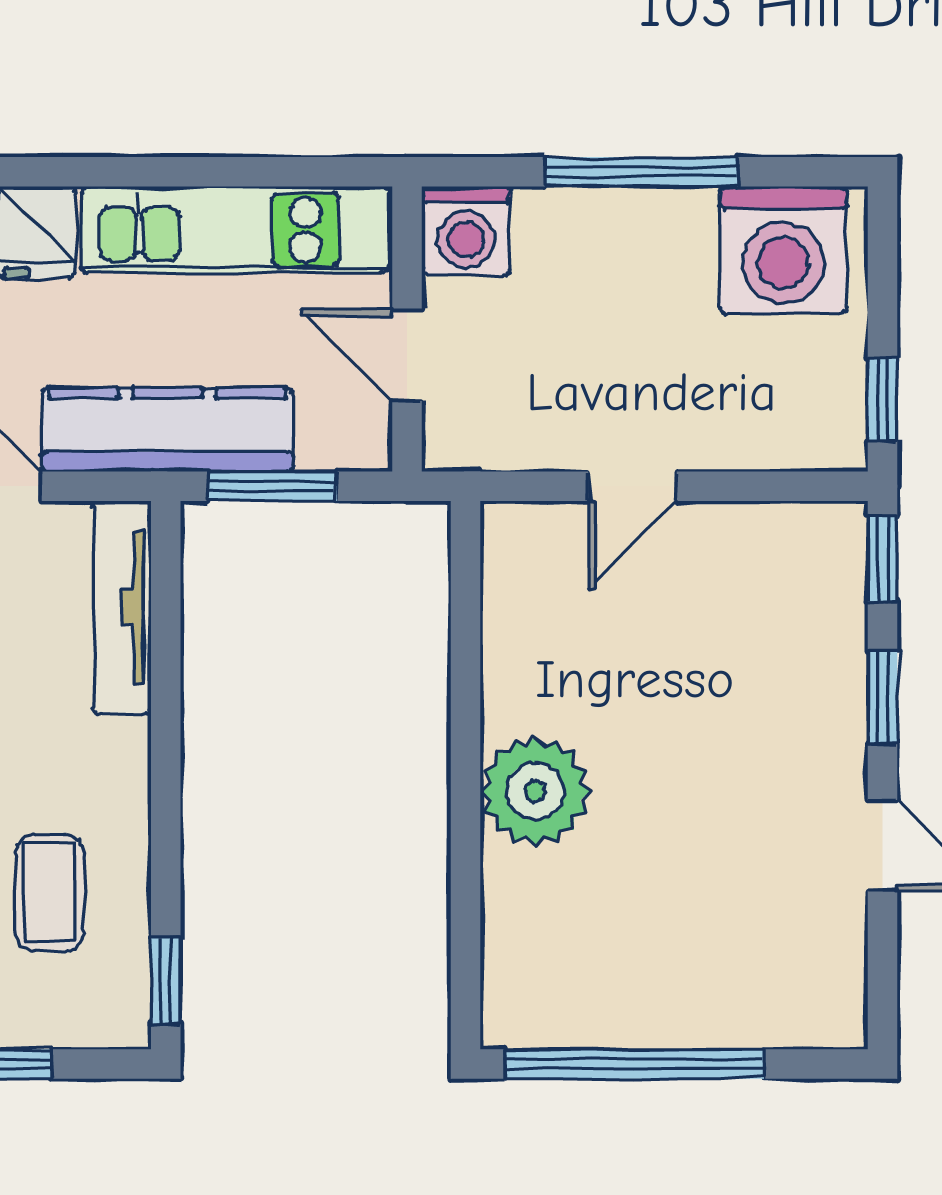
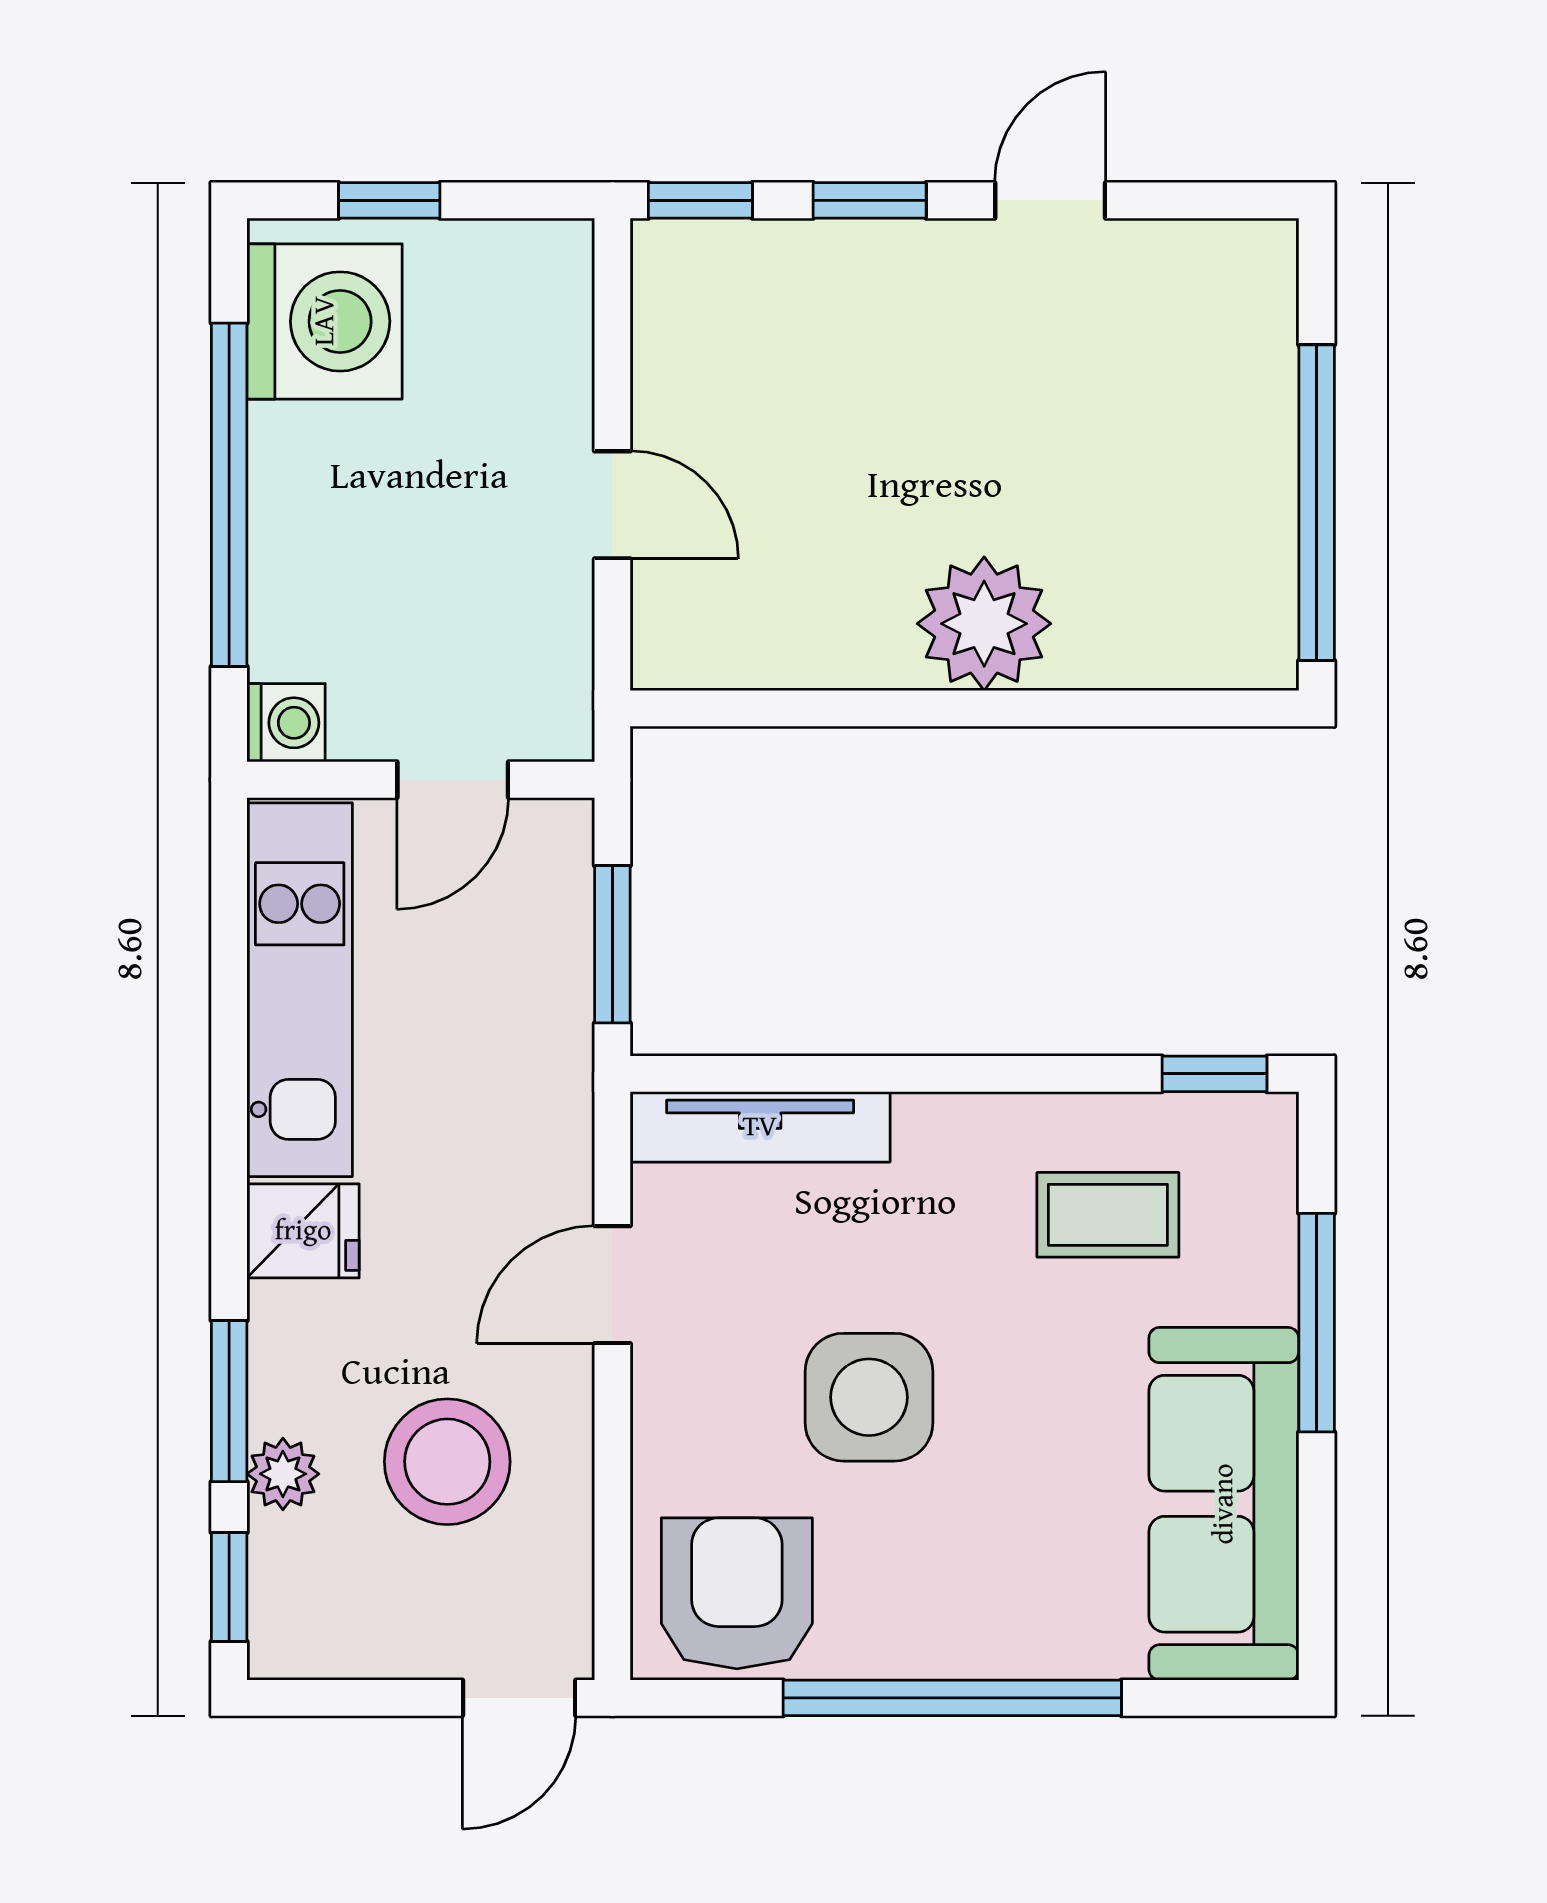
window: (641, 172) -> (229, 495), width x1.46
washing machine: (466, 231) -> (286, 723), width x0.73, depth x0.73
window: (882, 400) -> (389, 200), moved
kitchen counter: (167, 430) -> (544, 1072), removed

